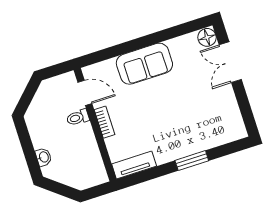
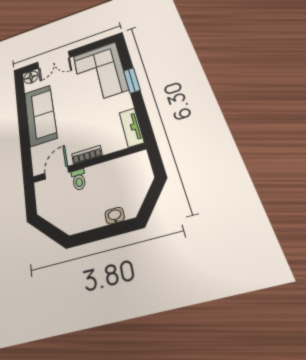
sofa: (144, 64) -> (40, 115), width x1.36
corner sofa: (206, 123) -> (100, 72), added

